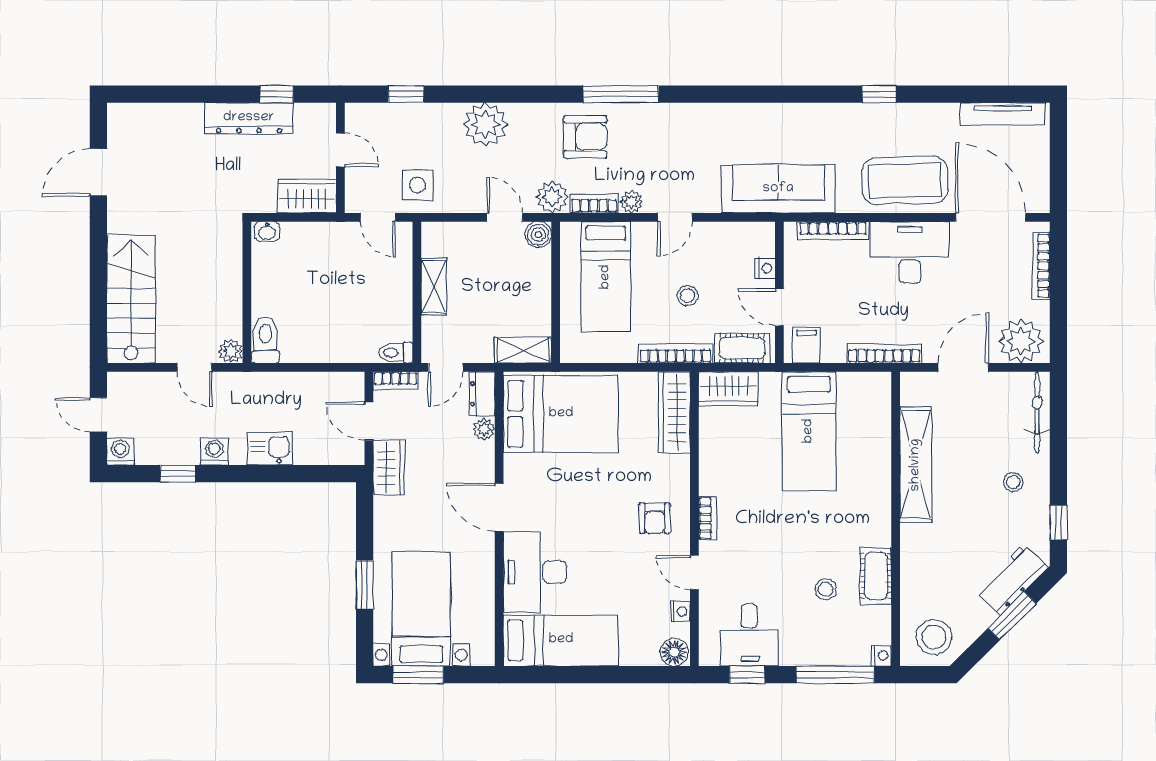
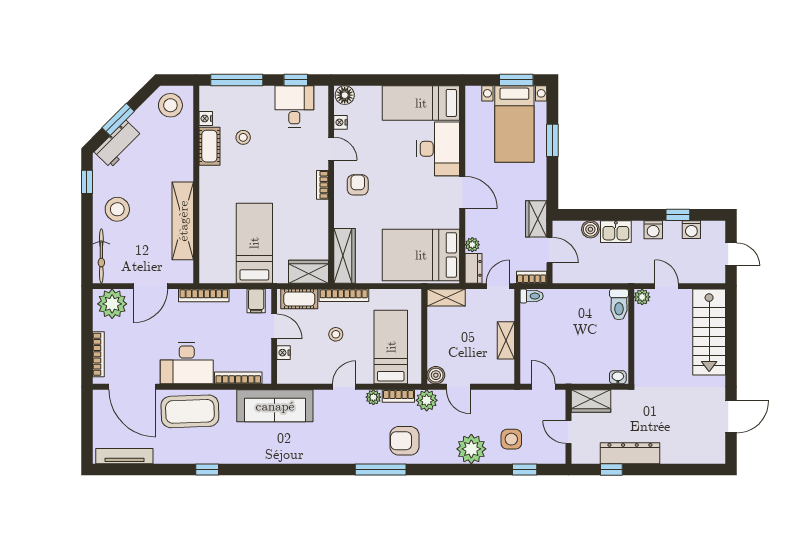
side table: (417, 185) -> (511, 439), moved
washing machine: (120, 452) -> (691, 230), moved
boiler: (308, 452) -> (590, 229), added
stool: (1013, 482) -> (117, 209), width x1.89, depth x1.89
nightstand: (881, 656) -> (206, 118), moved

